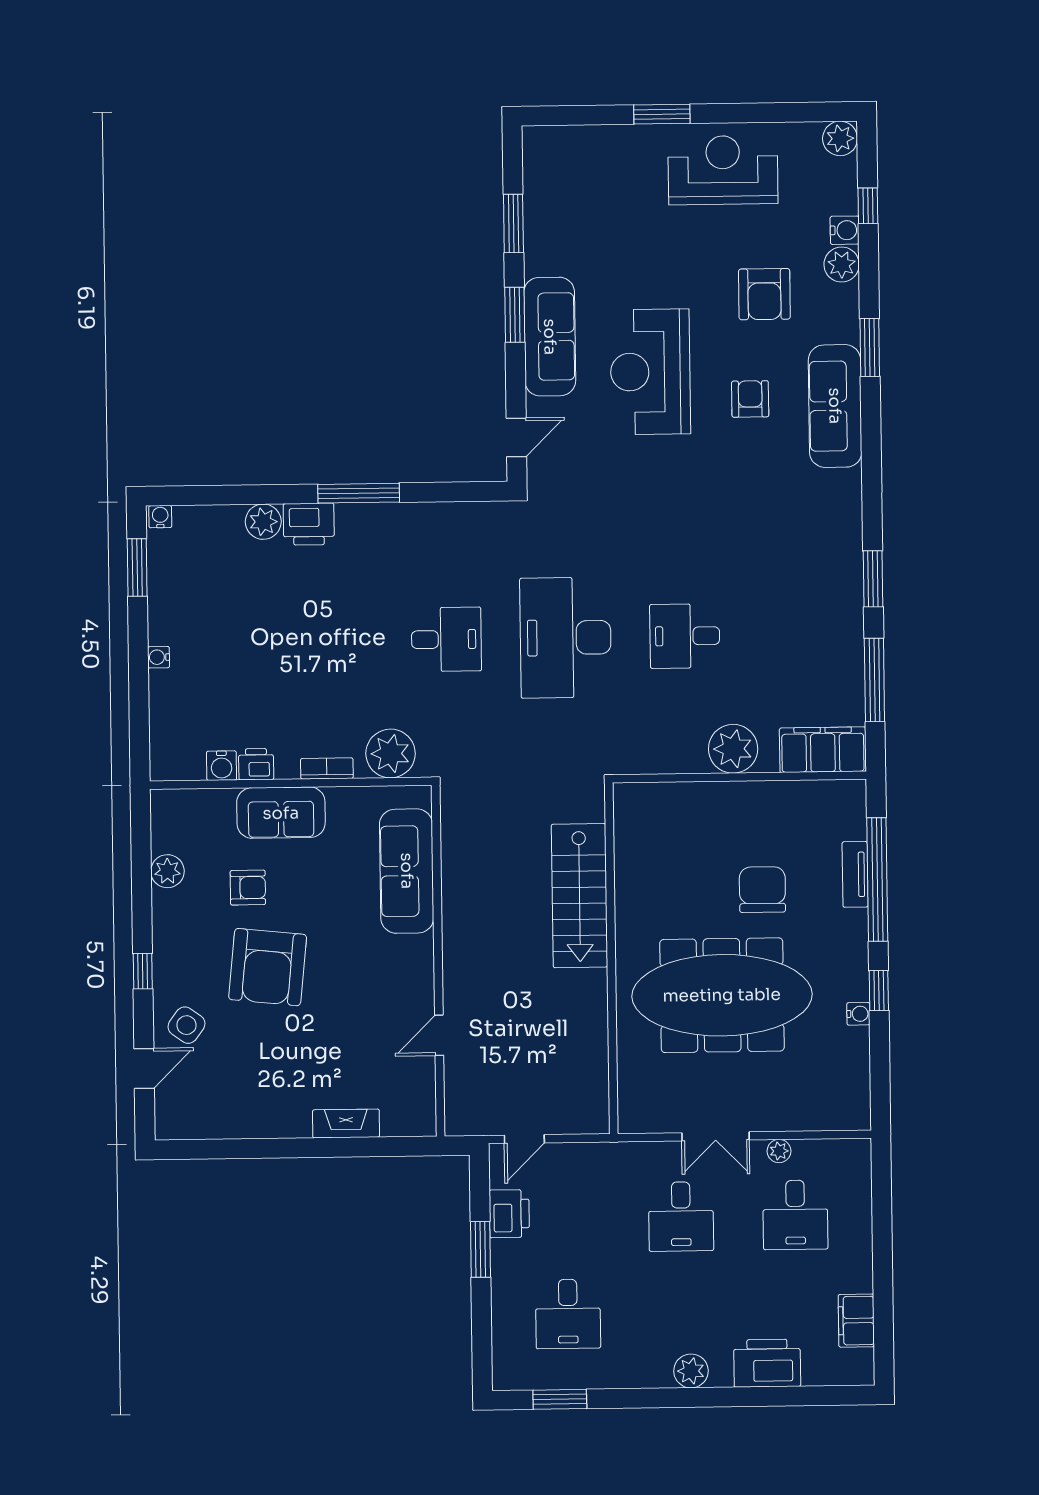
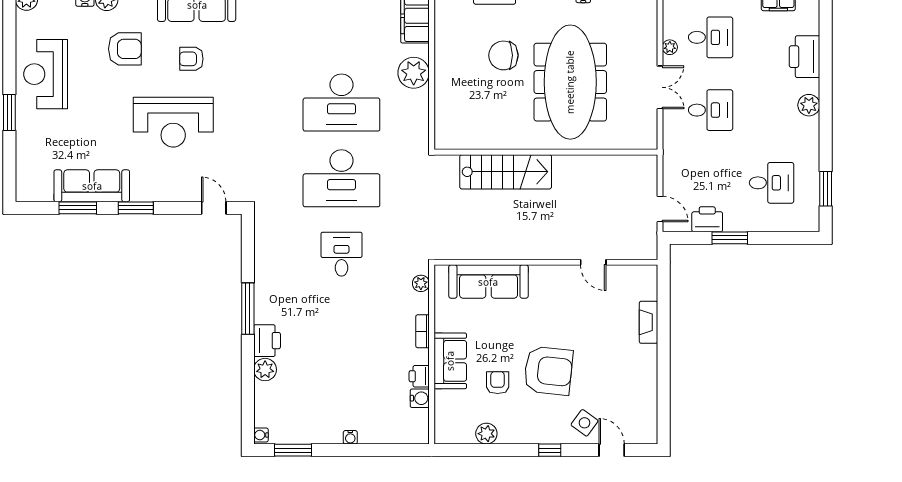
sofa: (550, 337) -> (92, 186), moved
desk: (685, 636) -> (341, 103), width x1.87, depth x1.30
plant: (391, 754) -> (421, 283), width x0.53, depth x0.53

